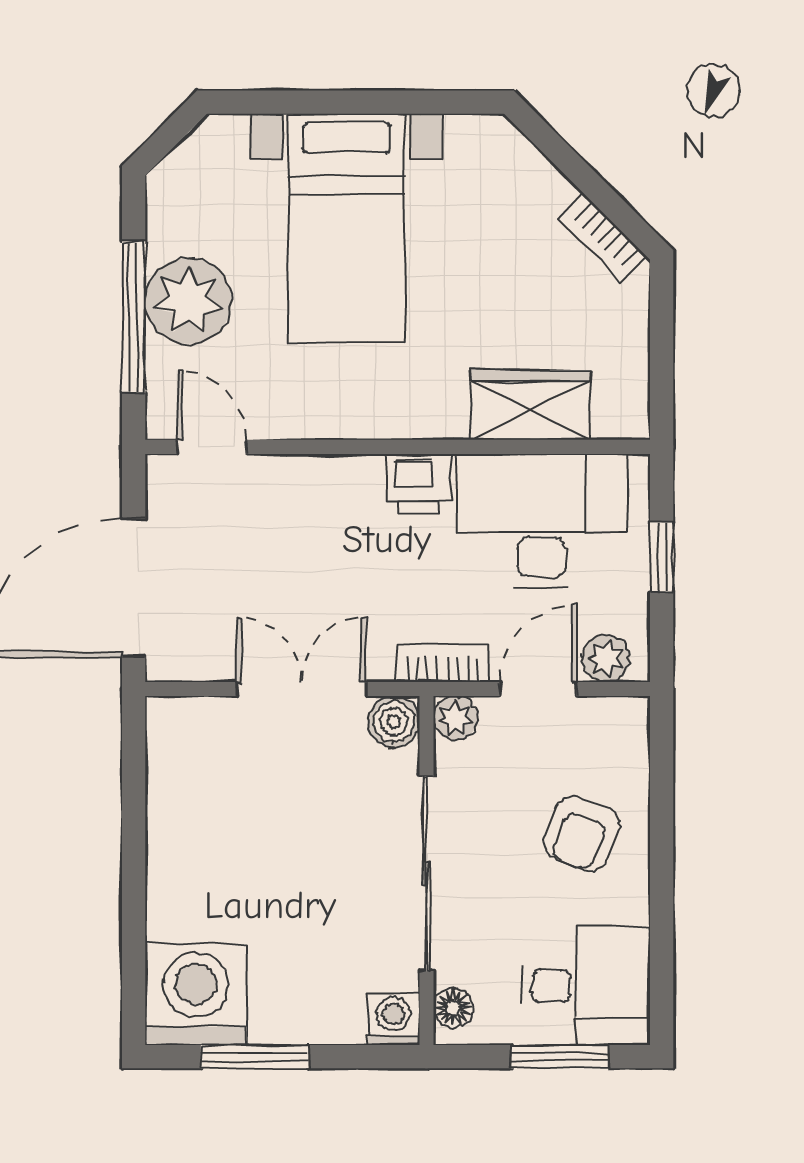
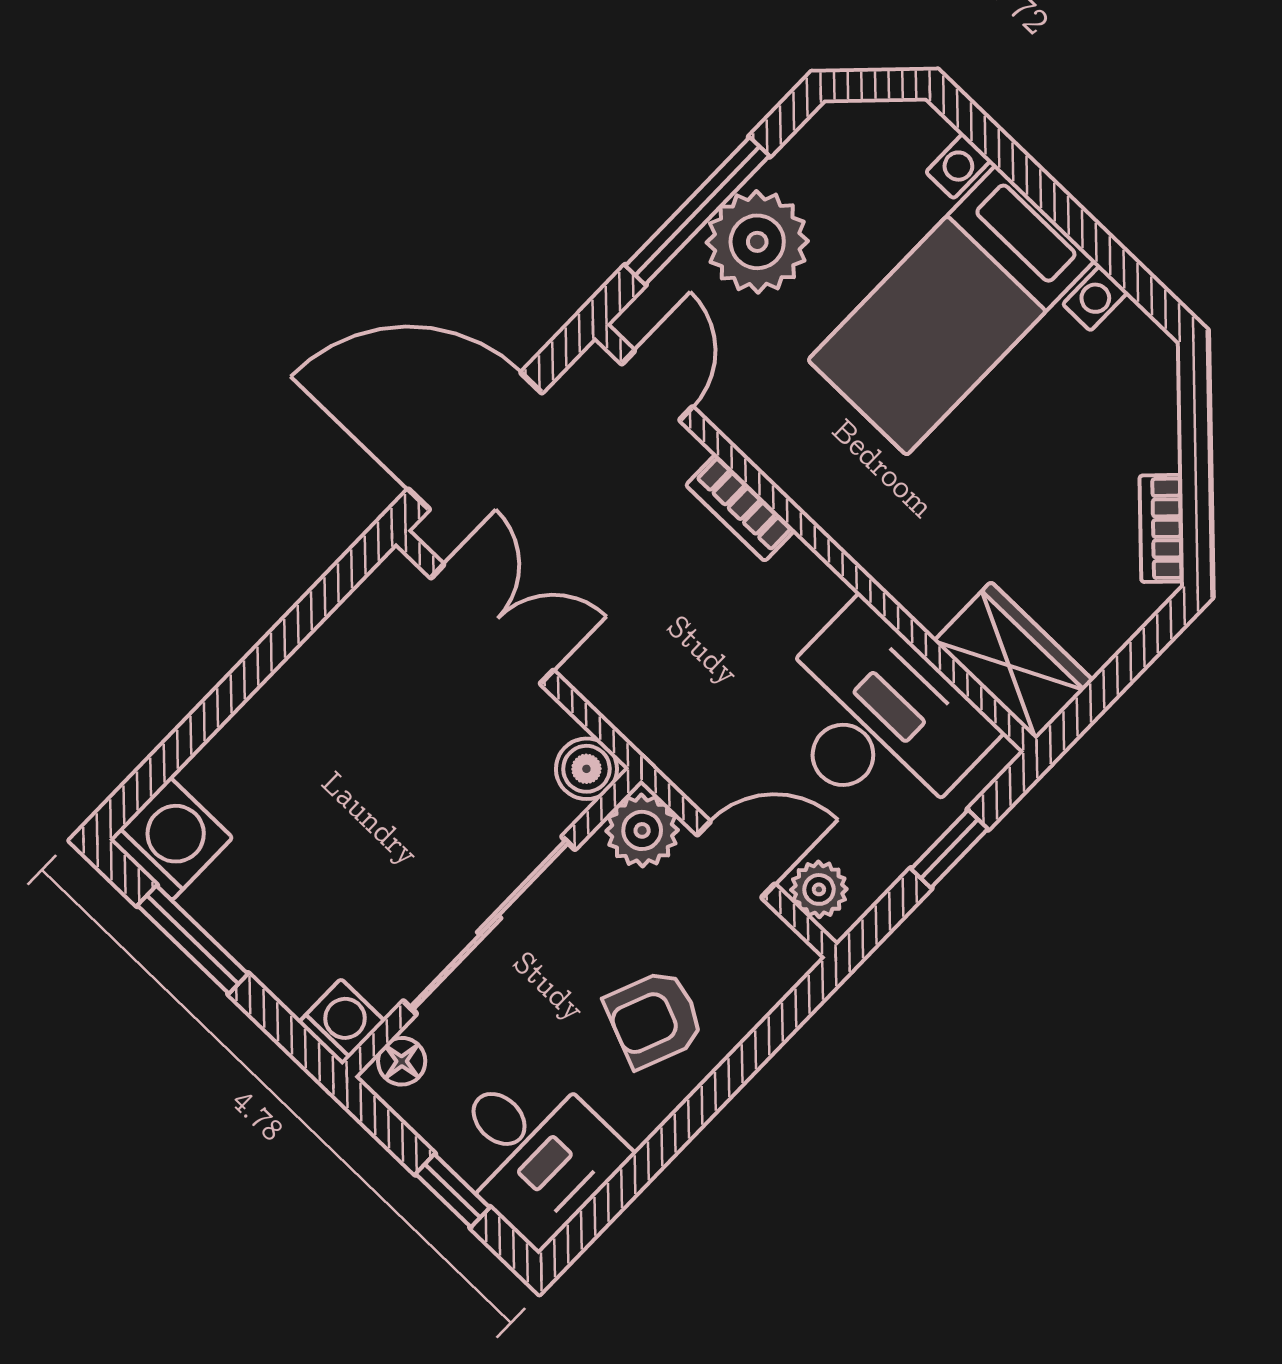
wardrobe: (530, 405) -> (1013, 661), moved
printer: (419, 483) -> (803, 587), removed
bookcase: (443, 663) -> (740, 508), moved, turned 180
double door: (301, 689) -> (492, 624), moved
plant: (456, 718) -> (642, 830), width x1.38, depth x1.38
washing machine: (196, 994) -> (171, 839), width x0.73, depth x0.73
window: (560, 1057) -> (453, 1191), width x0.67

